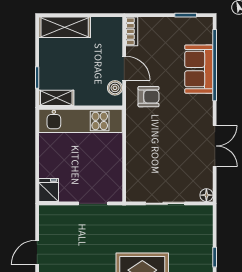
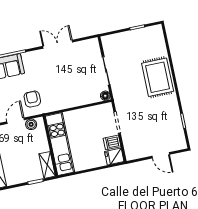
dishwasher: (68, 191) -> (112, 142), added
floor lamp: (206, 195) -> (105, 96), moved

